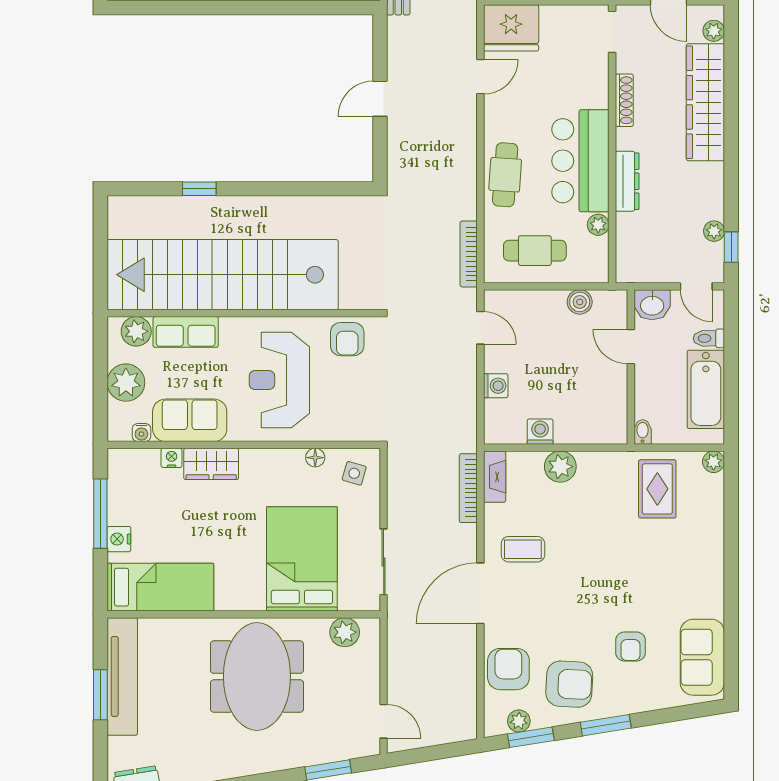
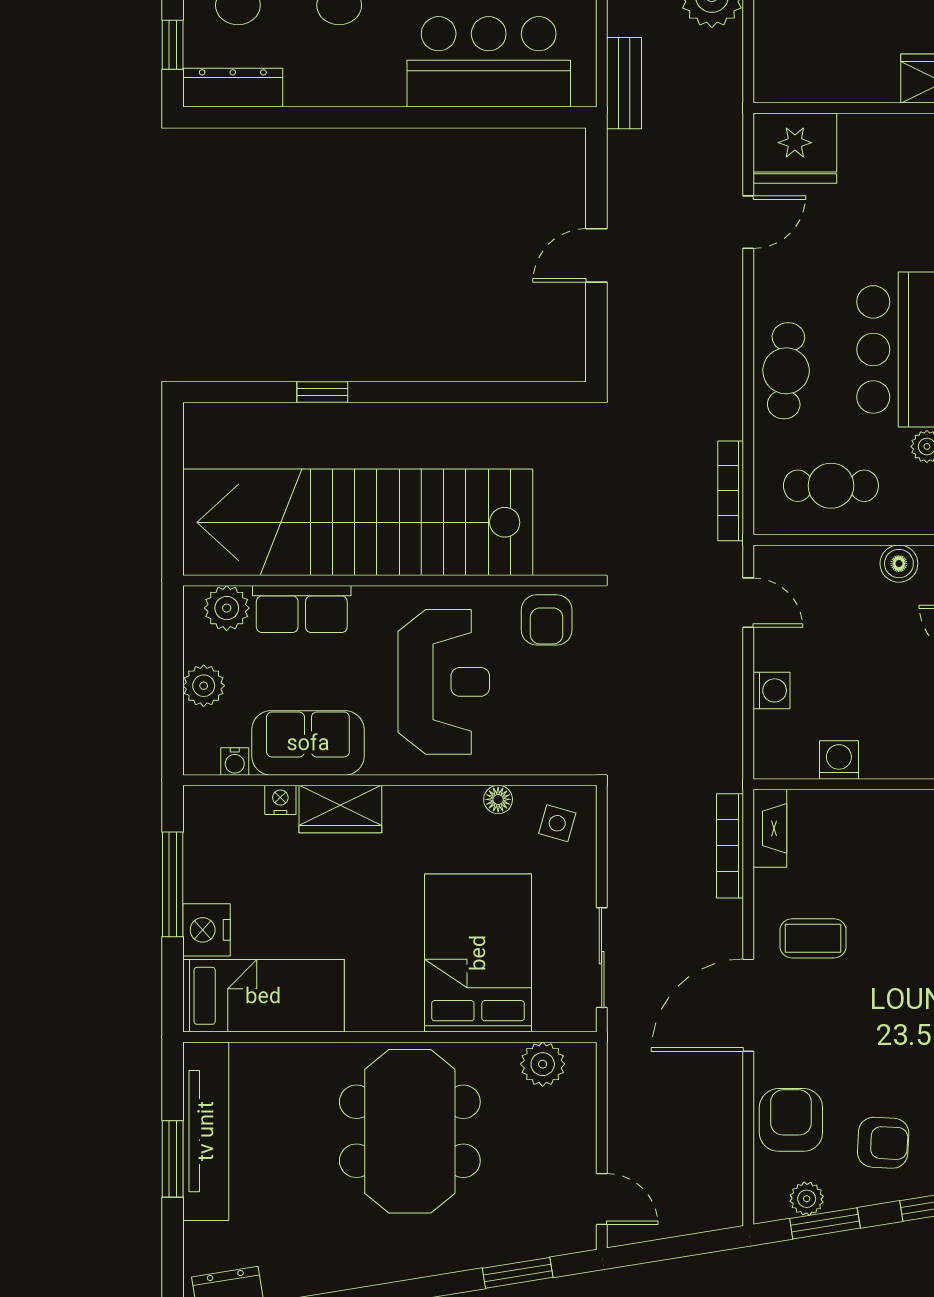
reception desk: (279, 380) -> (444, 682), turned 180
plant: (126, 383) -> (204, 686), width x0.73, depth x0.73
plant: (560, 467) -> (870, 813), removed
nightstand: (119, 539) -> (206, 930), width x1.36, depth x1.33
armchair: (569, 684) -> (883, 1143), width x0.72, depth x0.72

